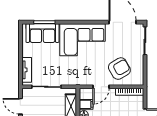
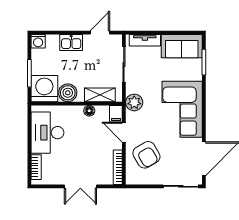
sofa: (42, 33) -> (182, 46), moved, turned -90
plant: (77, 78) -> (134, 102), added
filing cabinet: (86, 104) -> (116, 114), moved

